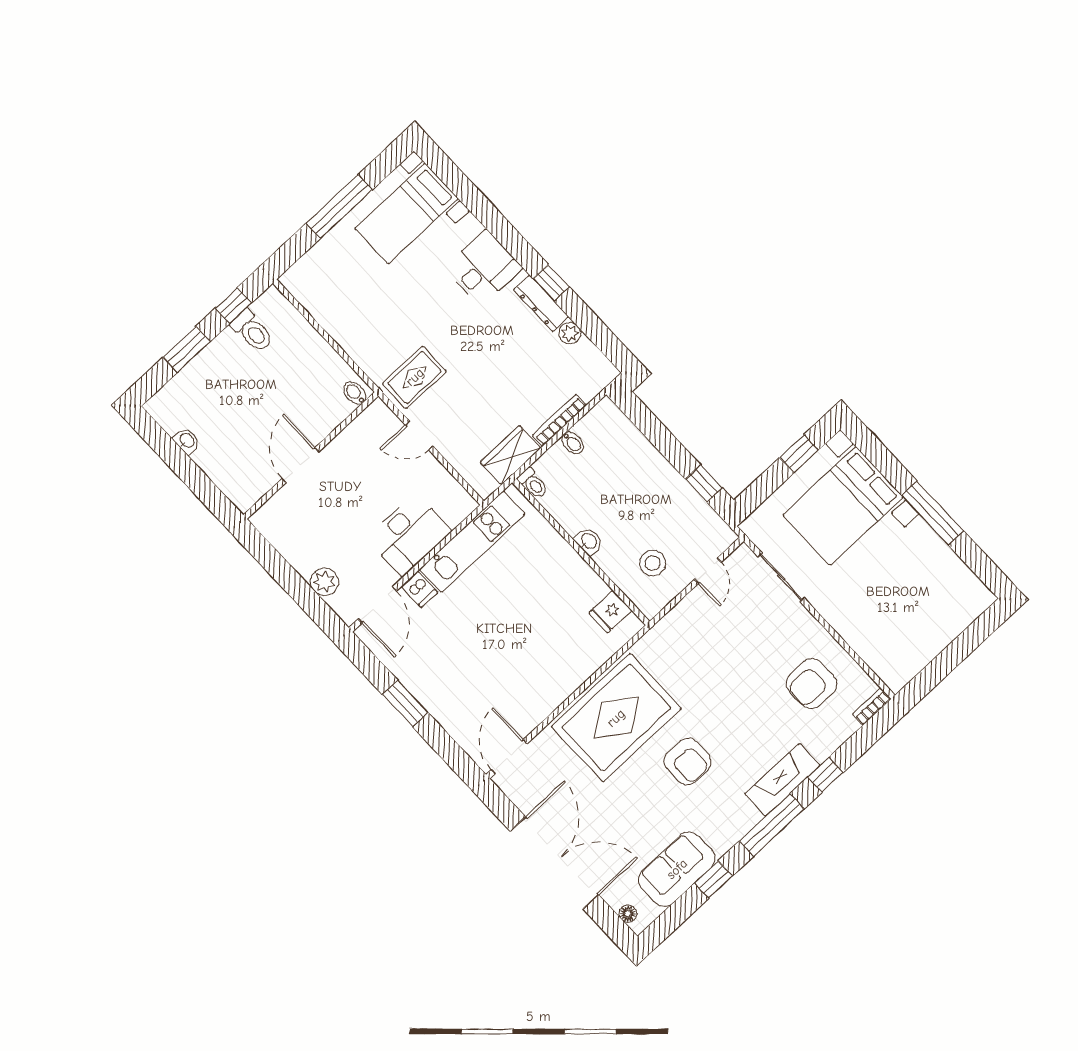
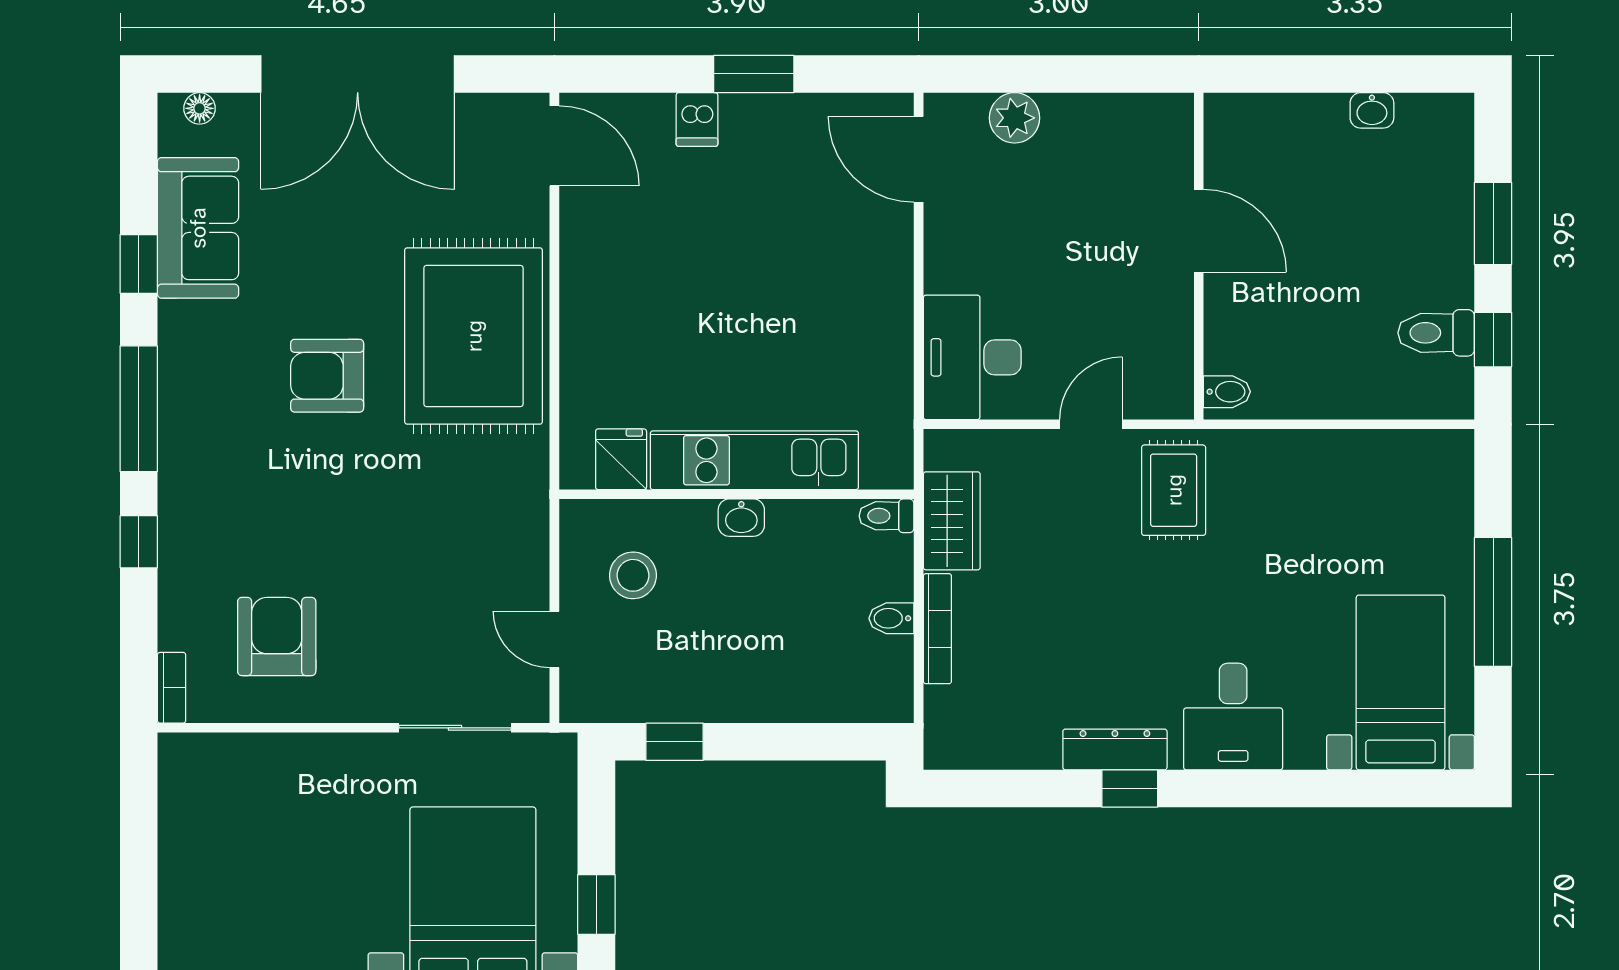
plant: (570, 333) -> (1039, 750), removed
desk: (409, 535) -> (972, 357), moved
kitchen unit: (472, 542) -> (754, 460), moved, turned 90
dishwasher: (419, 589) -> (697, 120), moved, turned -90
fireplace: (782, 780) -> (185, 479), removed

